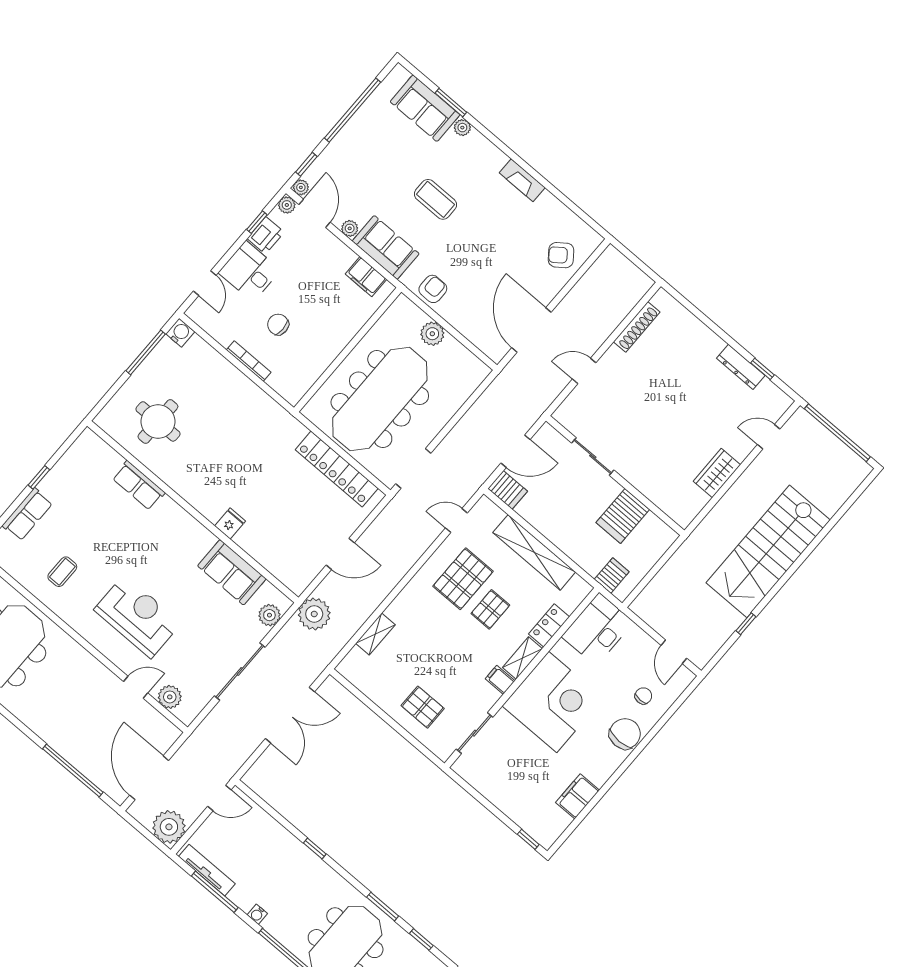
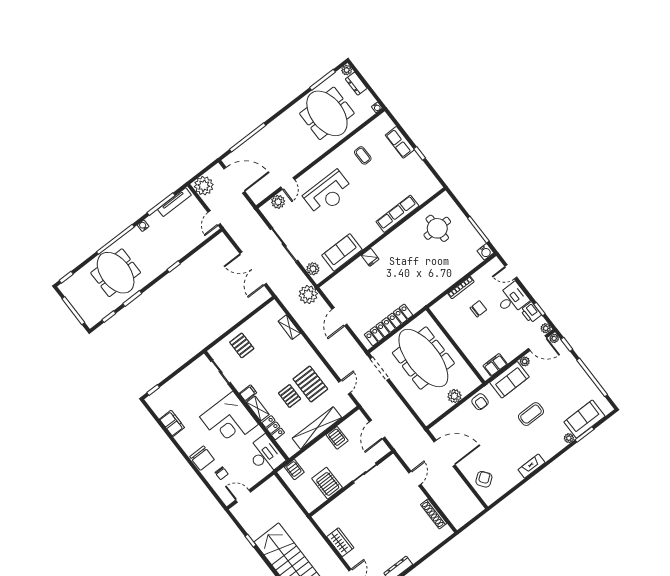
row of seats: (139, 485) -> (397, 214), width x1.48
server rack: (508, 490) -> (337, 438), moved, turned -90
pallet: (423, 707) -> (242, 345), turned 90

